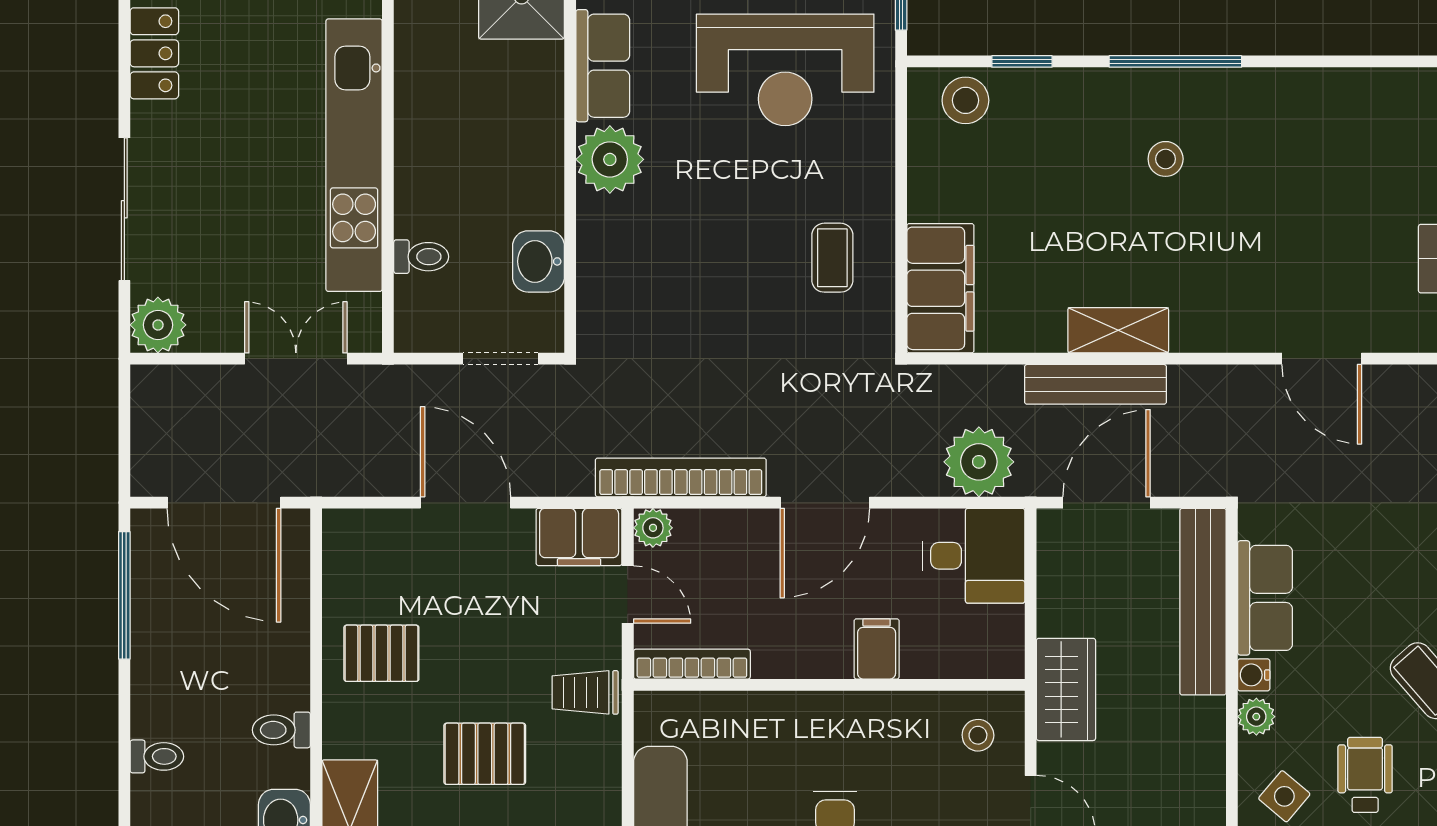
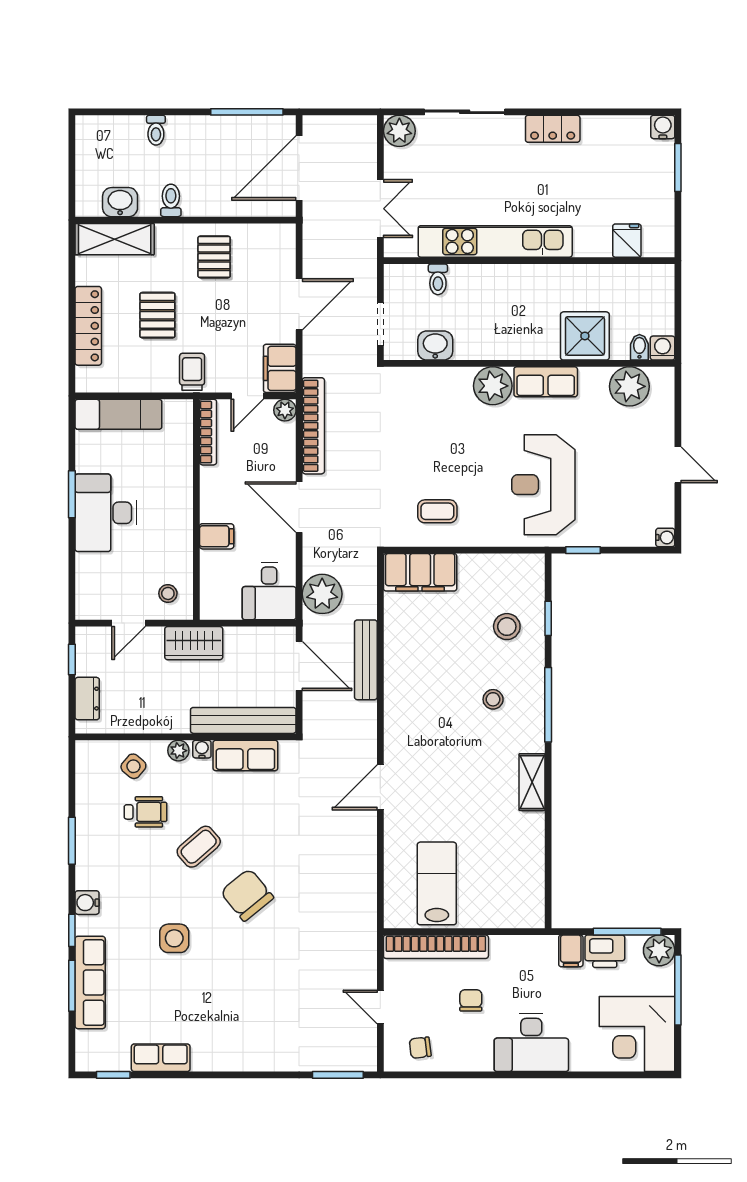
stool: (965, 100) -> (507, 627), moved
shelving: (1118, 330) -> (532, 782), moved

